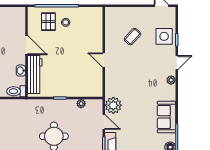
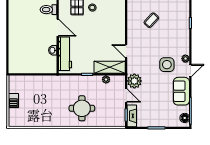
side table: (164, 36) -> (167, 65), moved
door: (104, 60) -> (126, 51), moved
door: (177, 63) -> (190, 71), moved
shelving: (85, 90) -> (110, 67), added
toilet: (16, 91) -> (48, 10), moved

